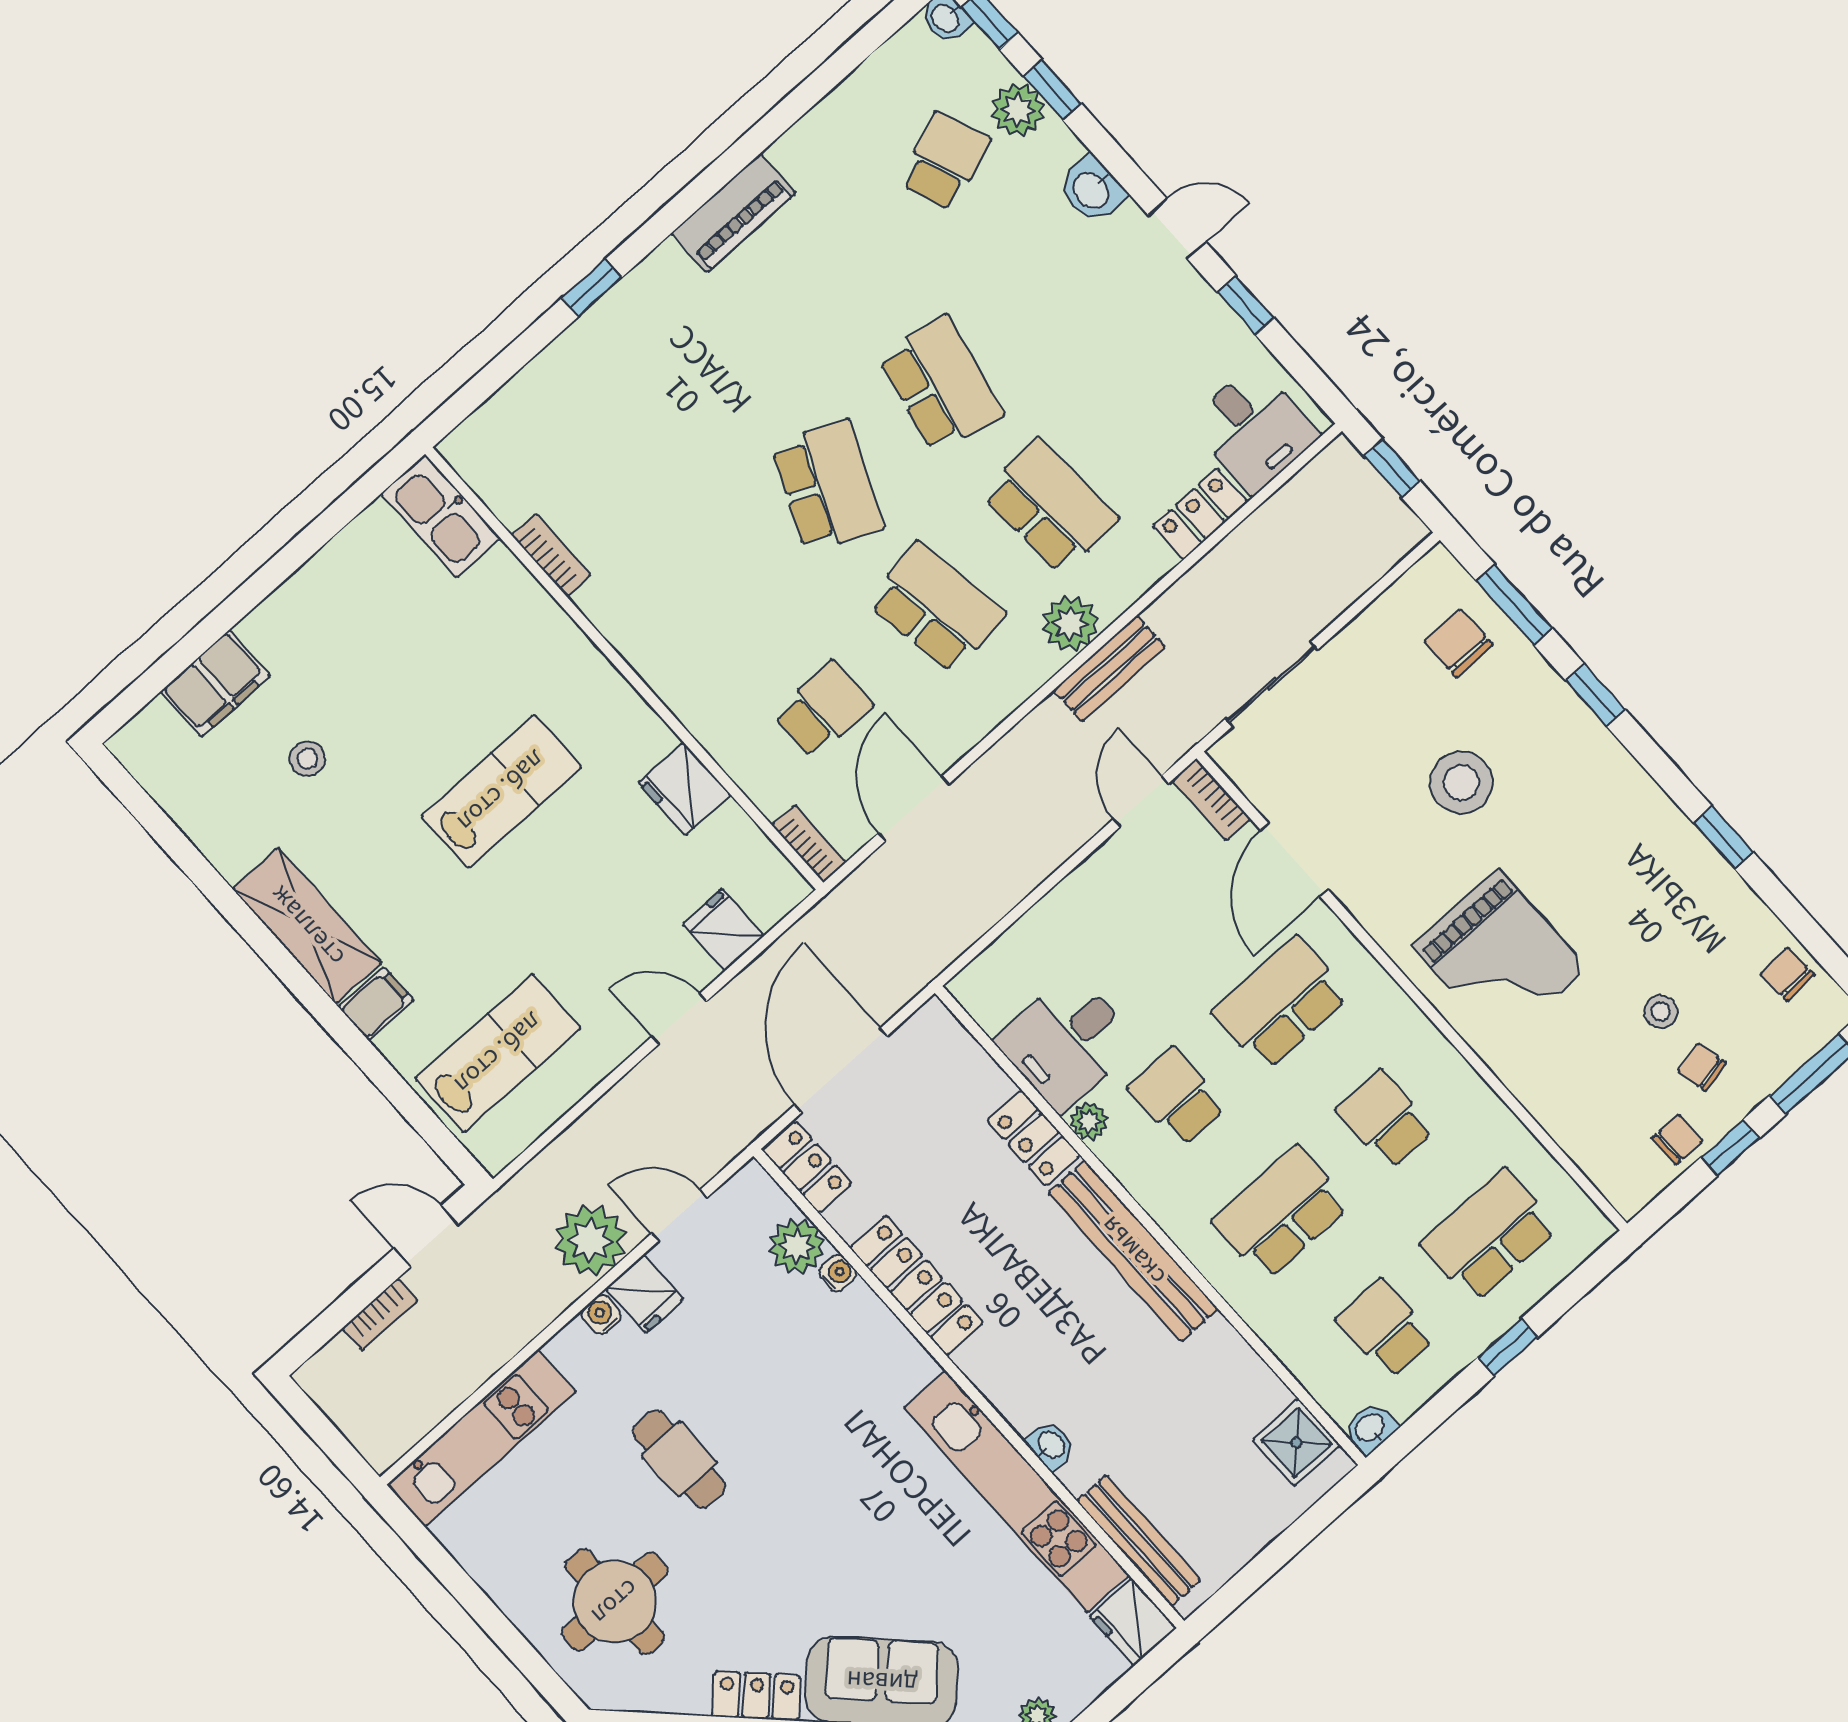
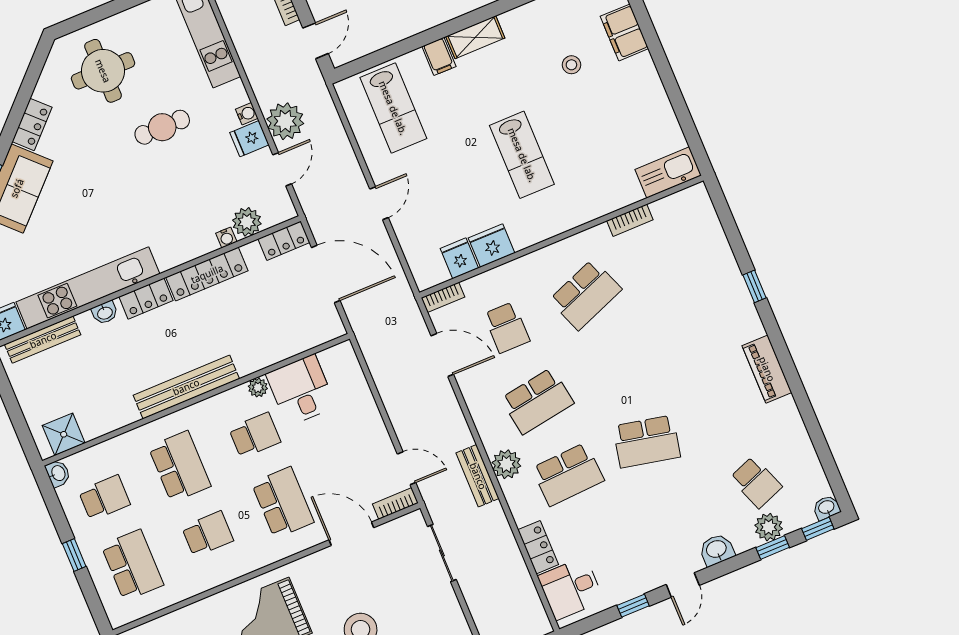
school desk: (827, 486) -> (585, 295), moved, turned -45
shelving: (307, 926) -> (475, 37), width x0.67, depth x0.75
fridge: (723, 930) -> (459, 258), moved, turned -90
locker: (1034, 1138) -> (146, 299), moved, turned 180

